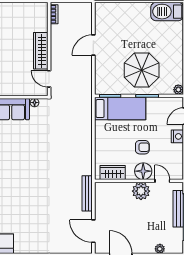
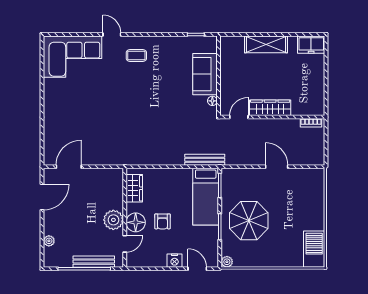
bench: (87, 193) -> (205, 160), moved

